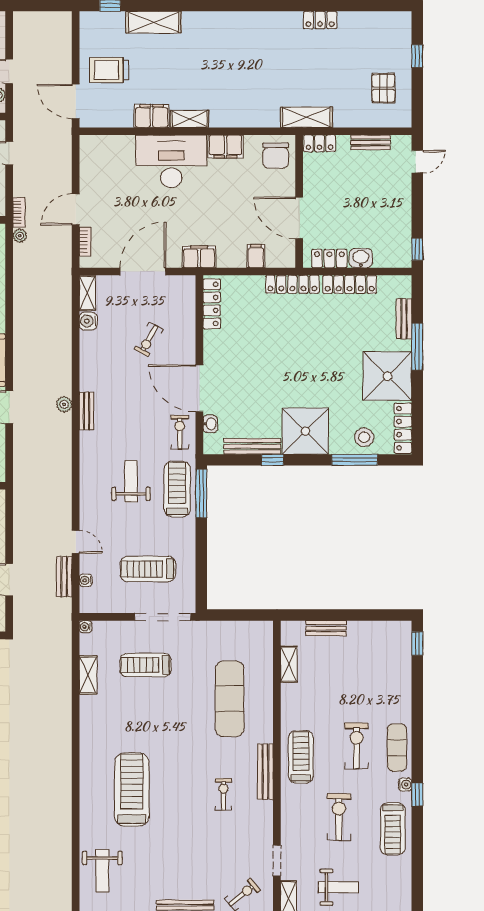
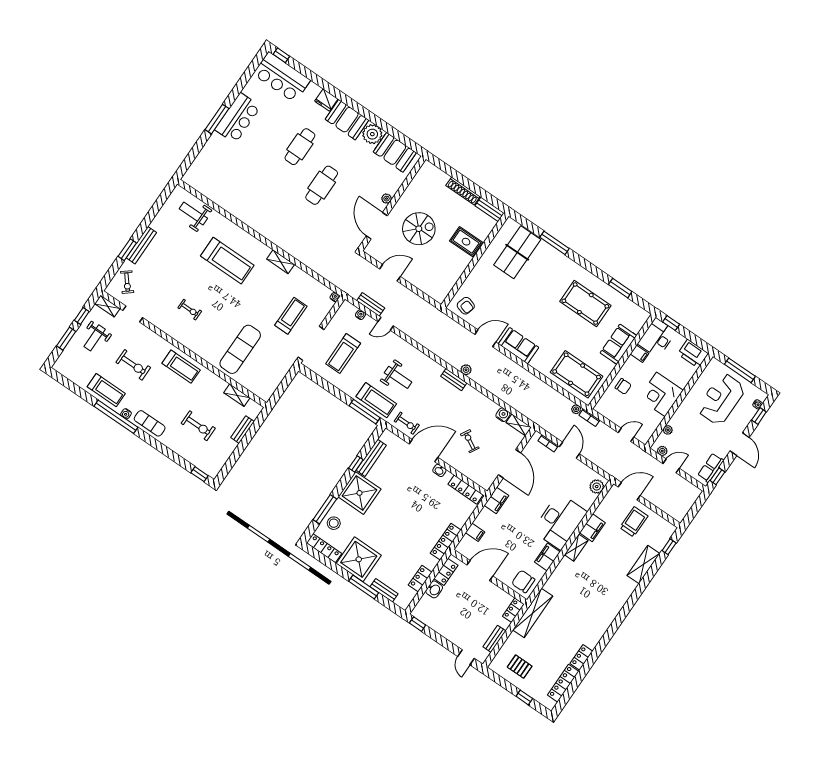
locker: (367, 20) -> (563, 683), added
shelving: (307, 117) -> (533, 613), width x1.47
plant: (97, 145) -> (597, 487), added
locker: (350, 284) -> (420, 579), width x0.66
washbasin: (210, 424) -> (439, 470), moved
treadmill: (148, 569) -> (343, 353), turned 180
shelving: (88, 675) -> (281, 262), moved
exercise mat: (230, 699) -> (240, 349), turned 90
exercise bike: (356, 746) -> (198, 426), moved
bench: (265, 772) -> (186, 341), removed
window: (417, 795) -> (116, 417), width x3.17
treadmill: (393, 829) -> (106, 390), turned 180

